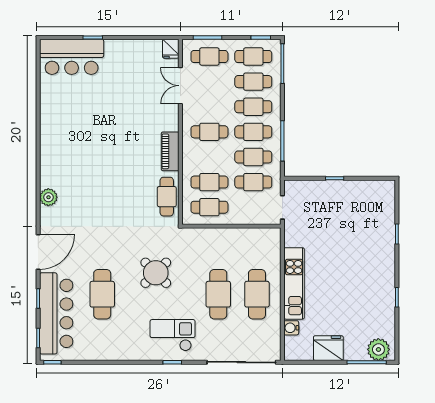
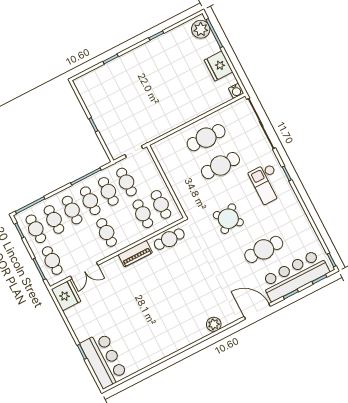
fridge: (171, 49) -> (66, 295), width x1.88, depth x1.34
kitchen unit: (294, 283) -> (185, 115), removed
water cooler: (291, 328) -> (236, 91), moved

